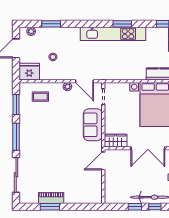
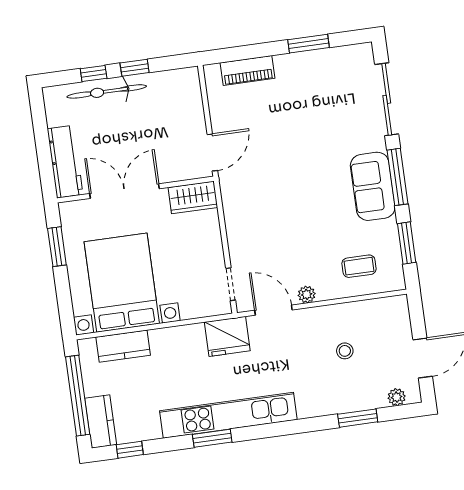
fridge: (29, 72) -> (227, 336), moved
sofa: (93, 125) -> (373, 186), moved, turned 180
piano: (51, 198) -> (248, 71), moved

